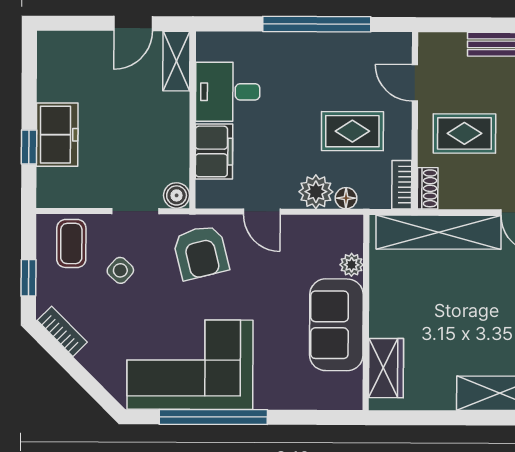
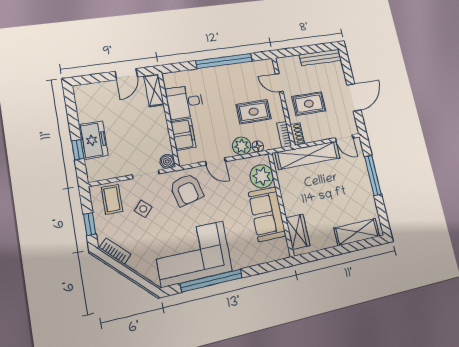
plant: (352, 265) -> (262, 176), width x1.88, depth x1.88

